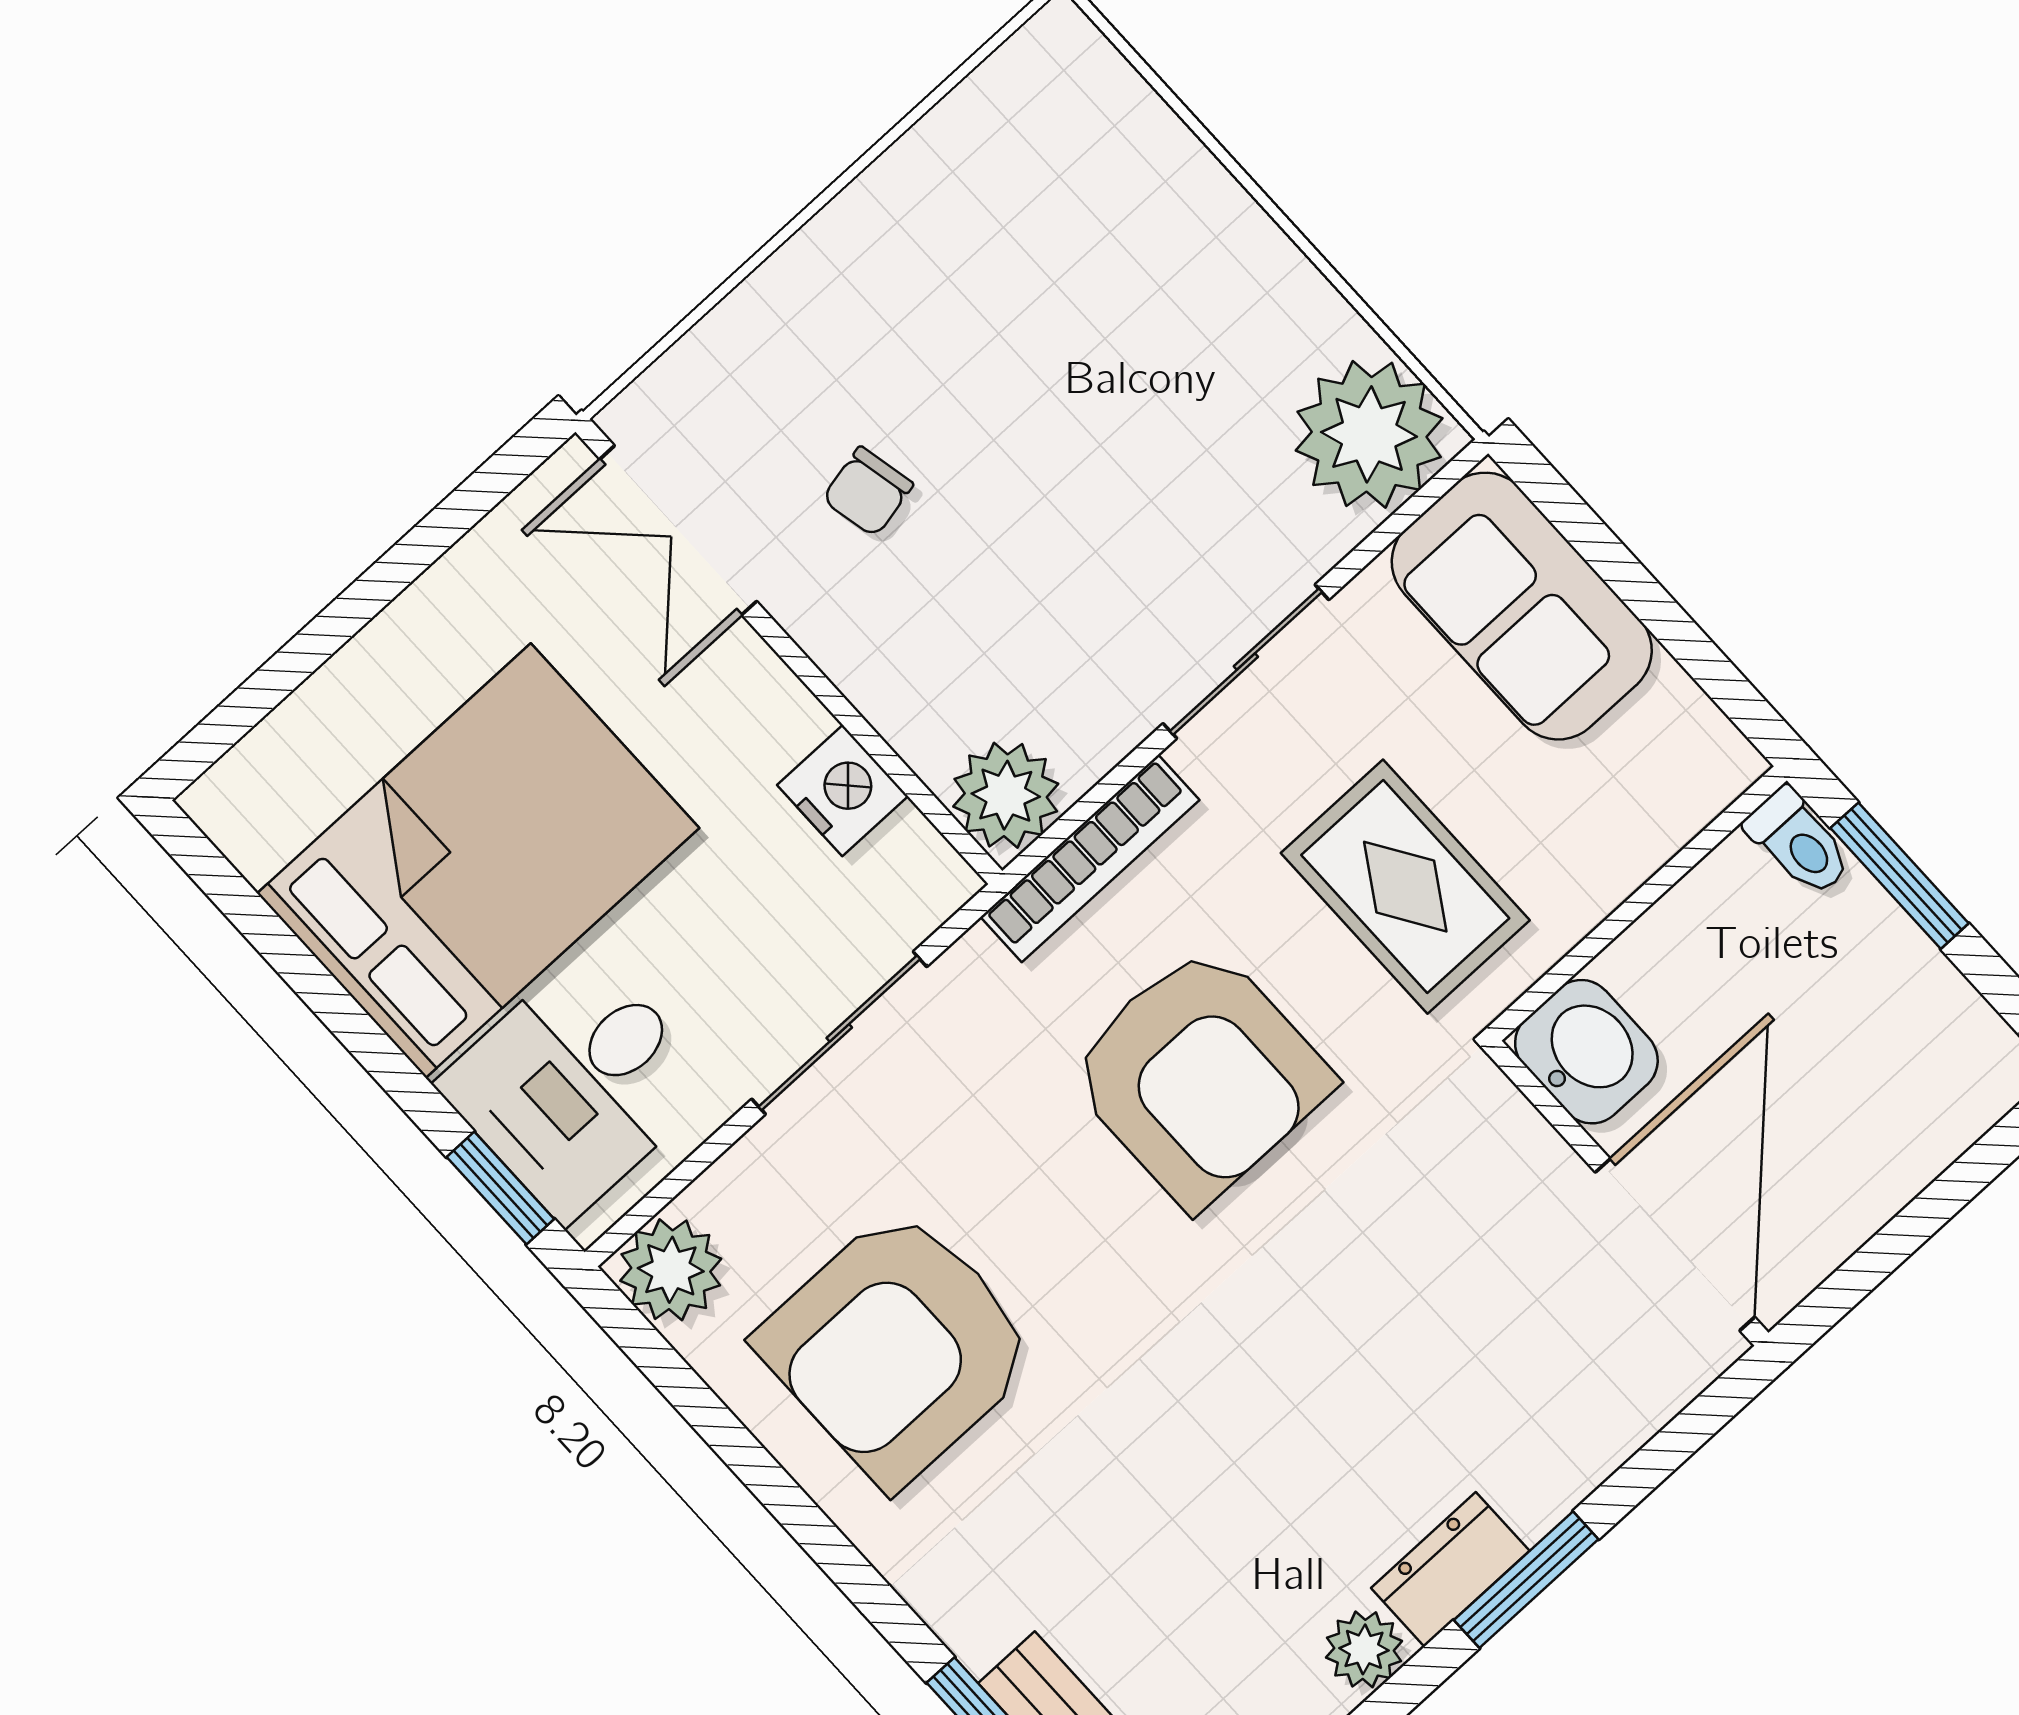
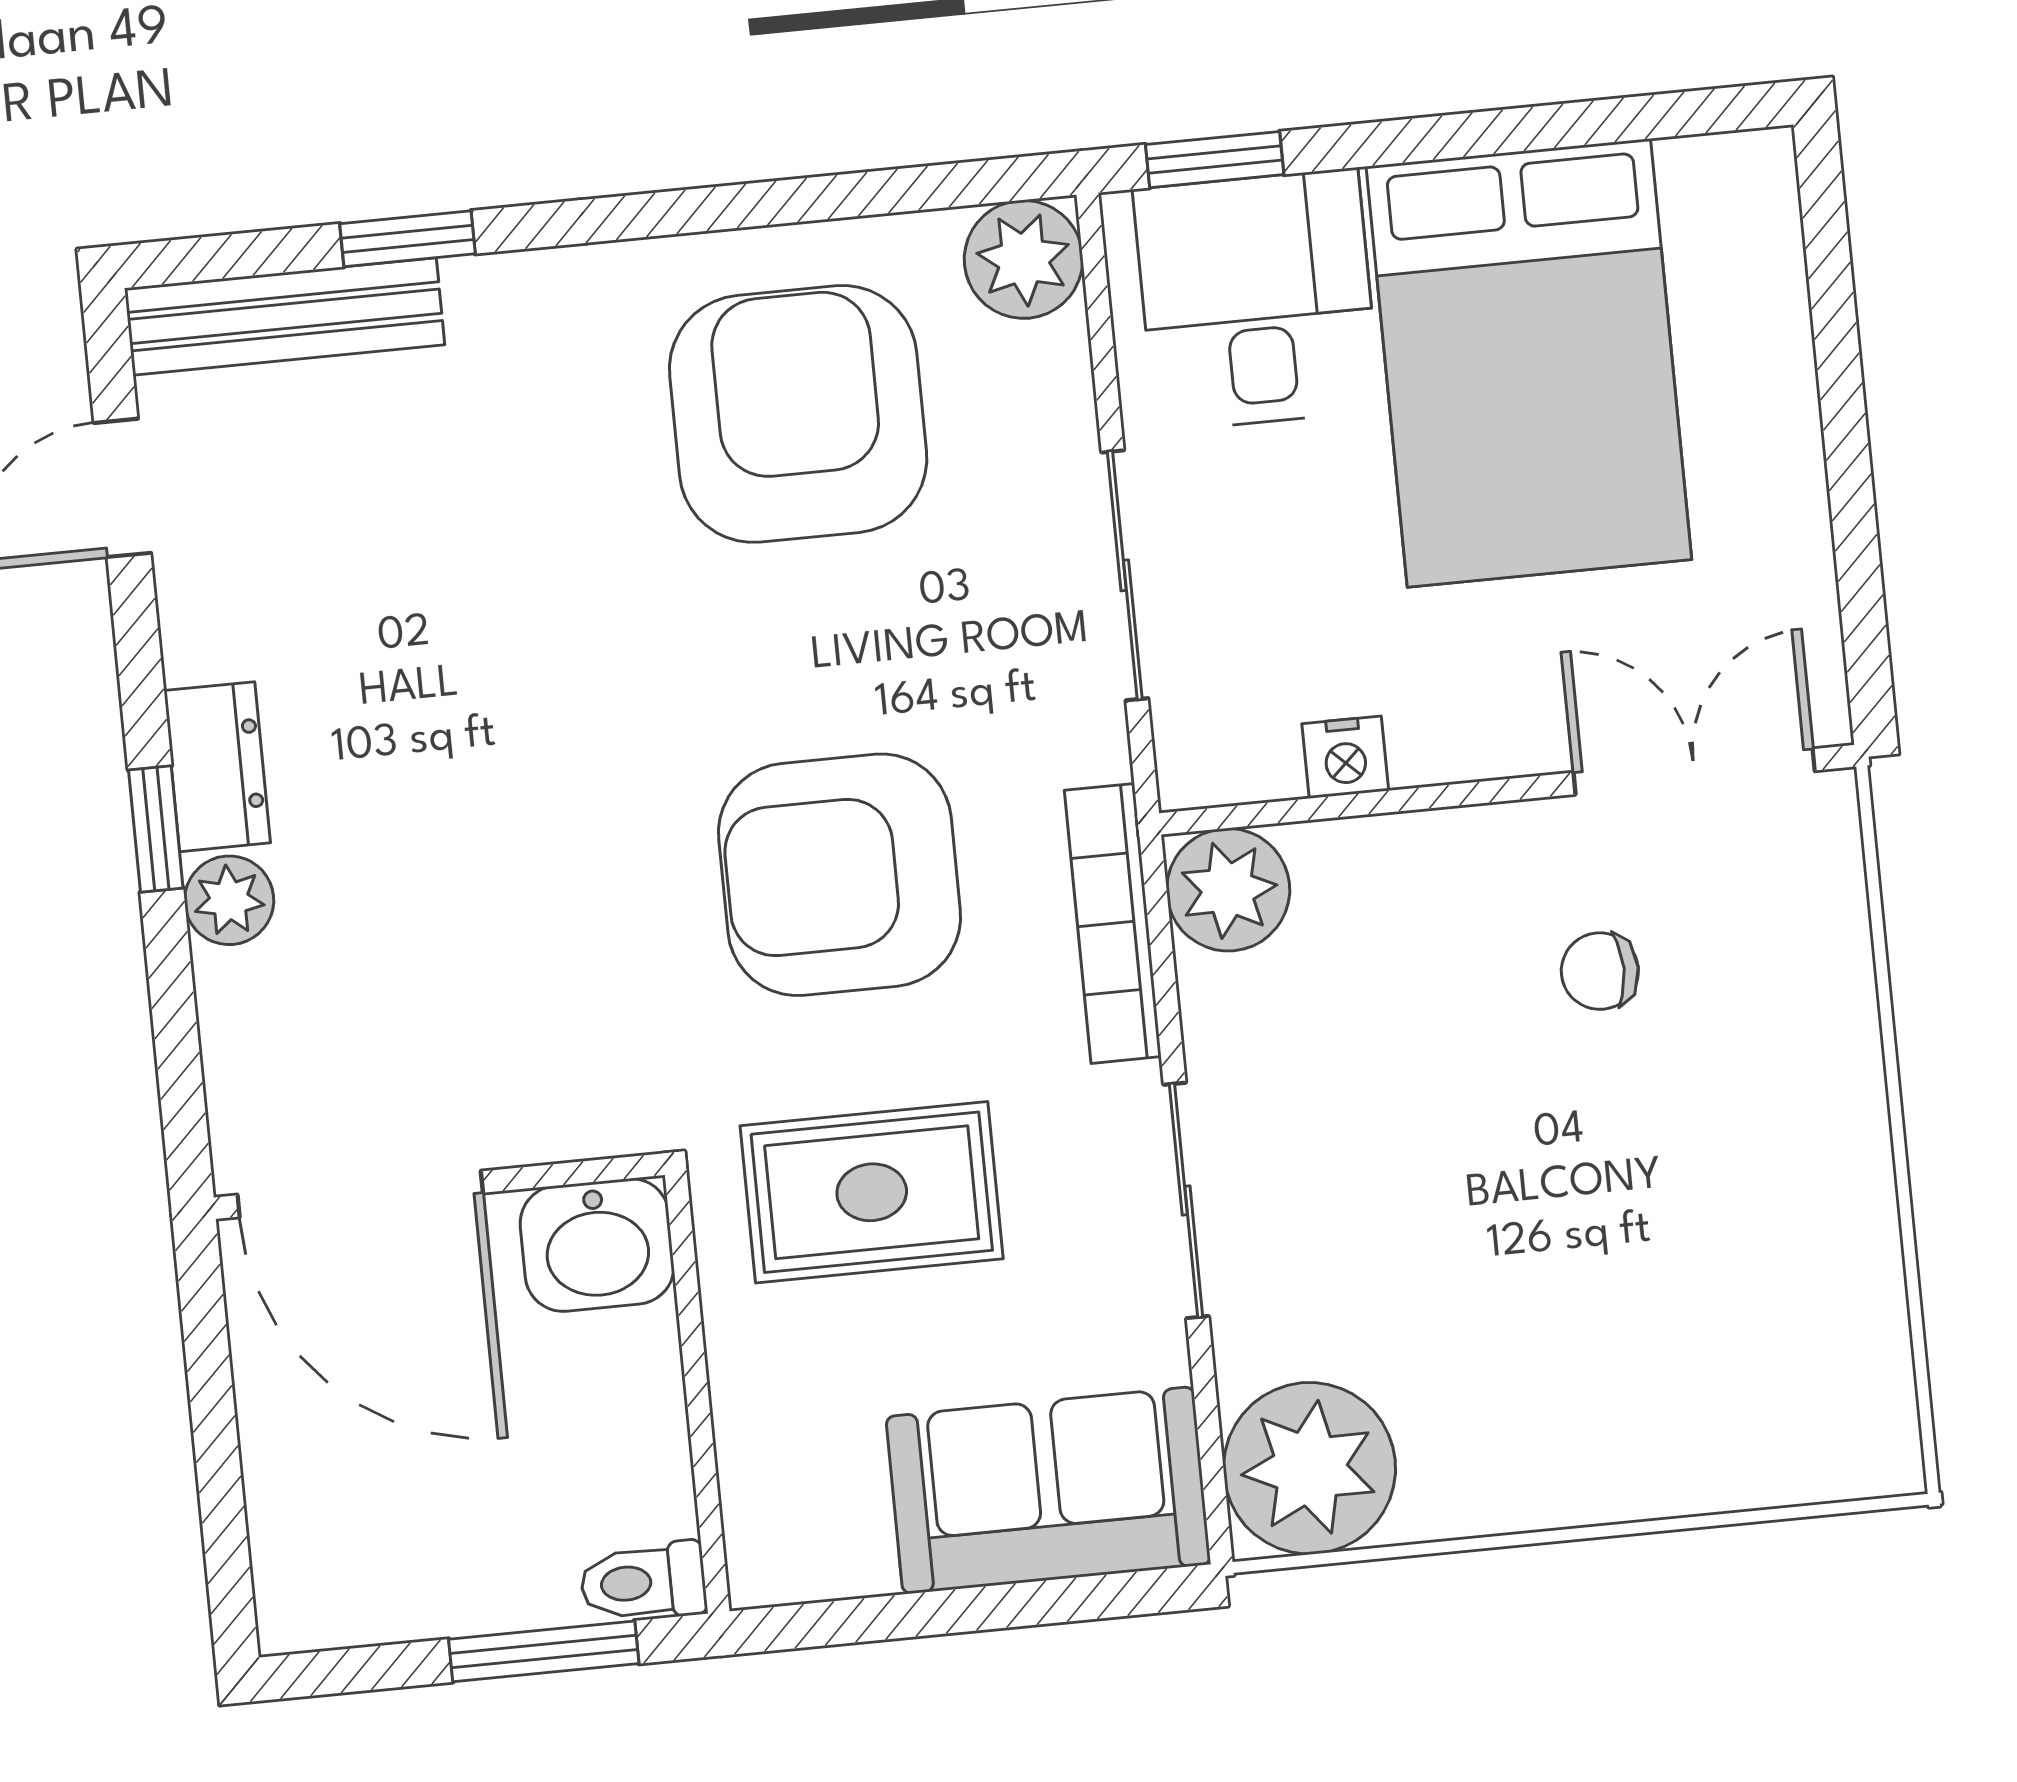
chair: (868, 492) -> (1600, 971), turned -78
nightstand: (843, 790) -> (1345, 757), width x0.72, depth x0.74
window: (1526, 1580) -> (156, 829), width x0.67
plant: (1364, 1649) -> (229, 900), moved

